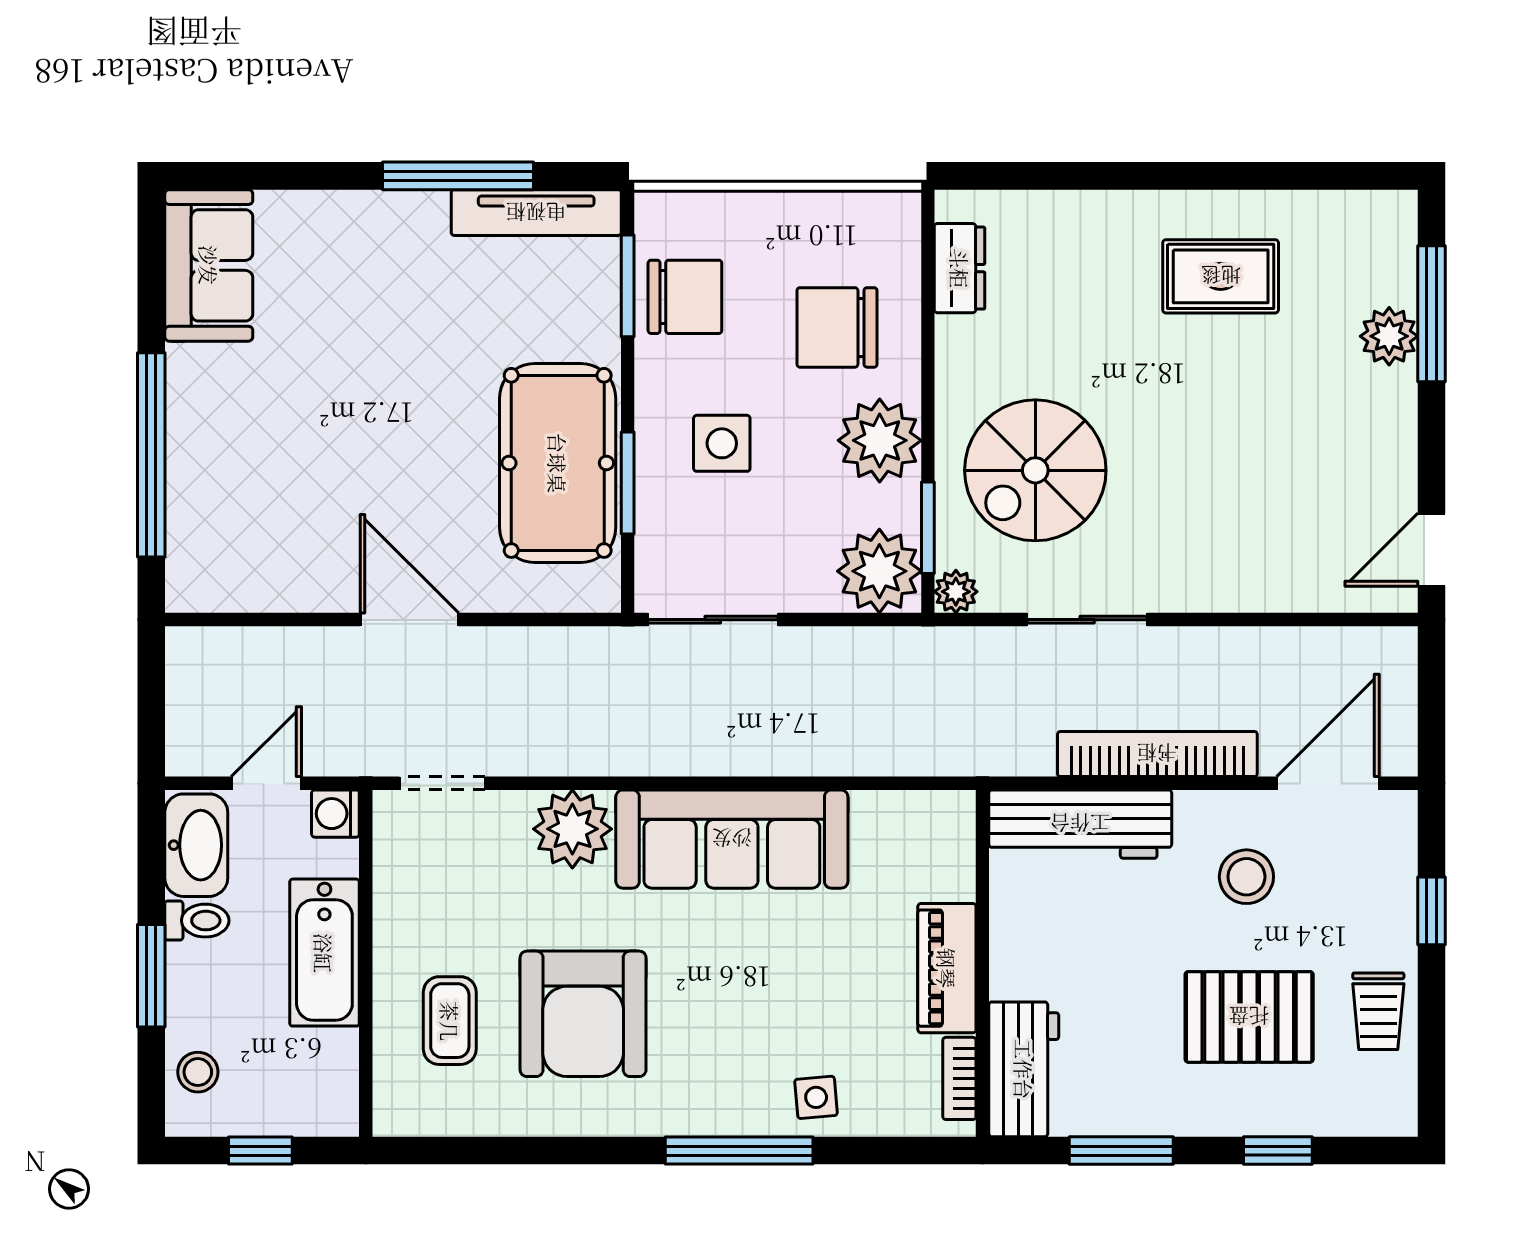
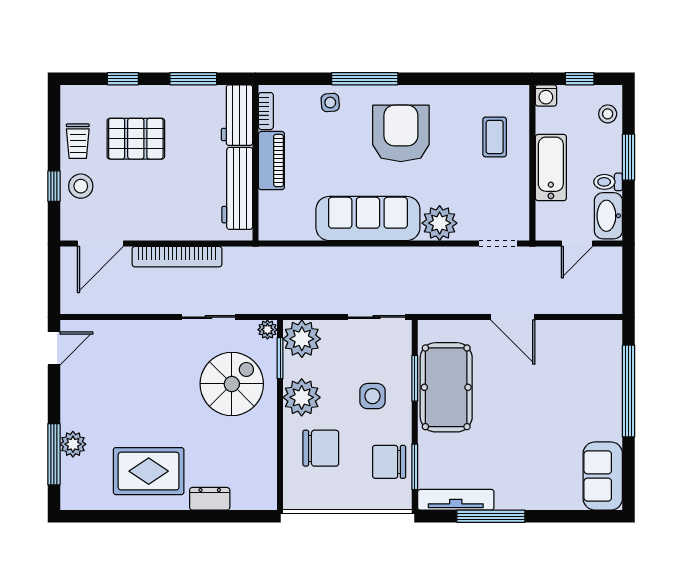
dresser: (960, 268) -> (210, 499), moved, turned 90
rug: (1221, 276) -> (149, 471), width x1.36, depth x1.43
washing machine: (335, 814) -> (546, 95), moved, turned 90
workbench: (1080, 824) -> (237, 188), moved, turned -90
stool: (1246, 877) -> (81, 186), moved
trolley: (1378, 1011) -> (78, 141), turned 180
armchair: (583, 1014) -> (401, 133), moved

